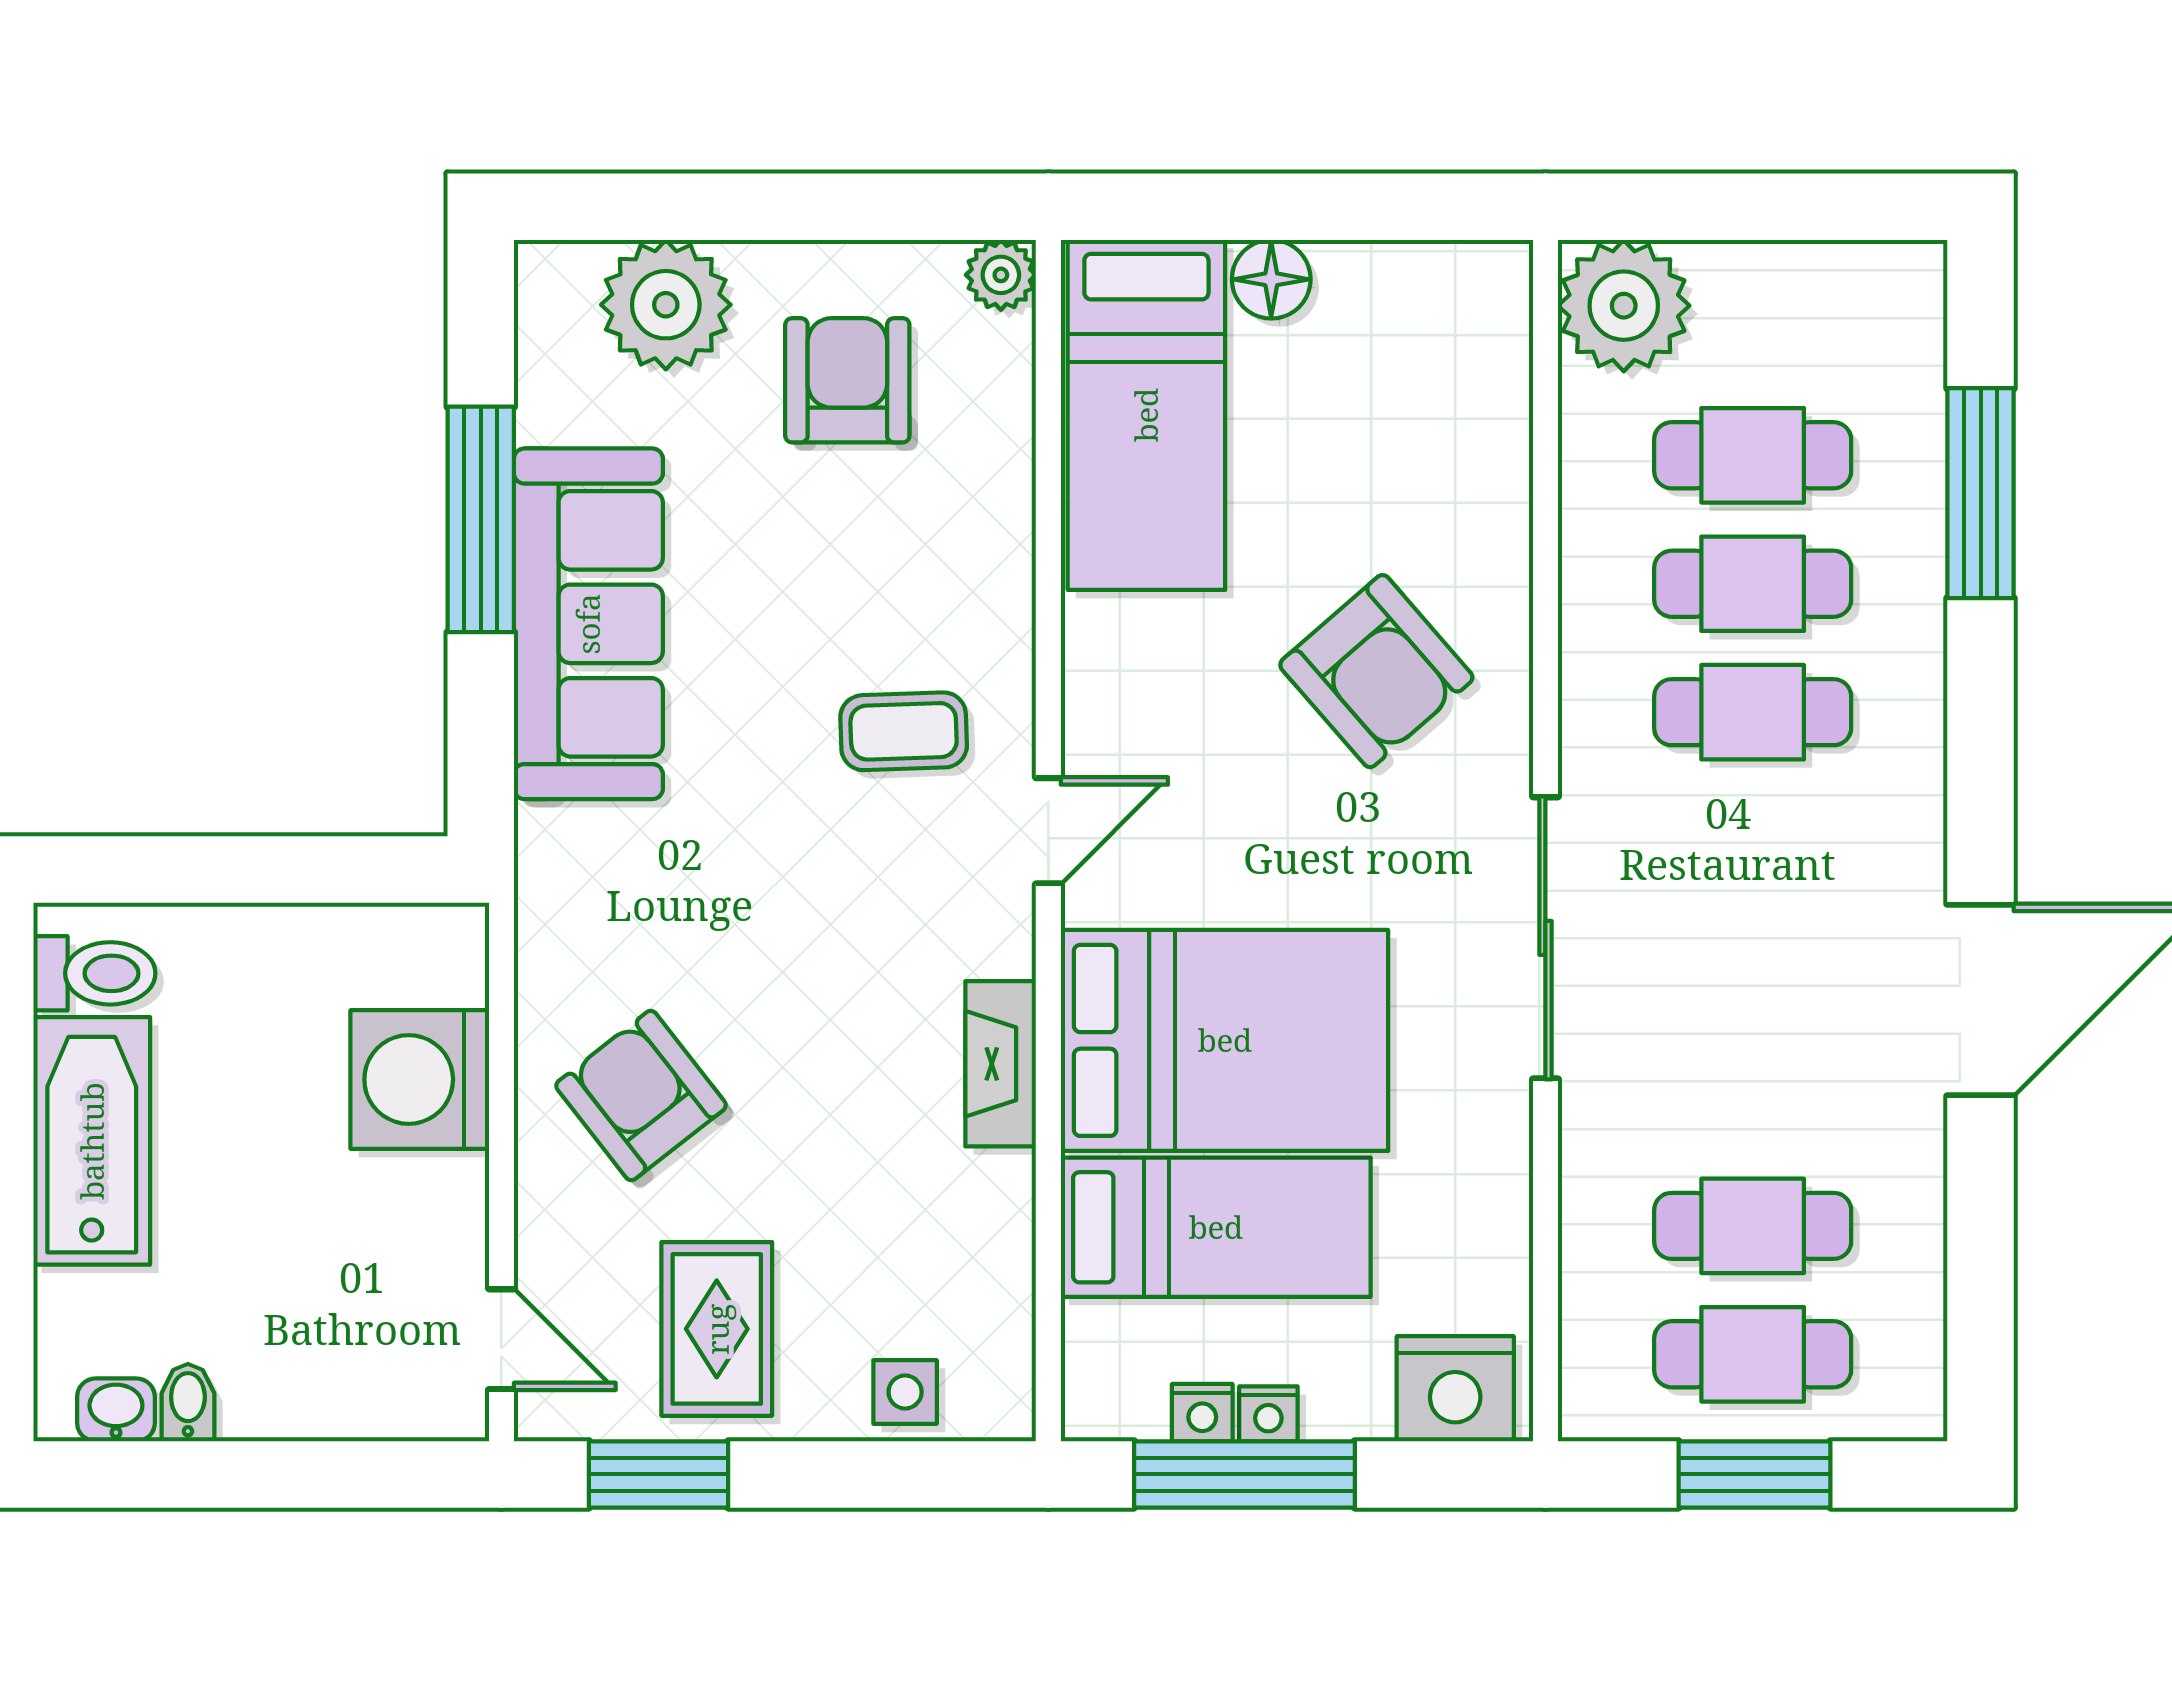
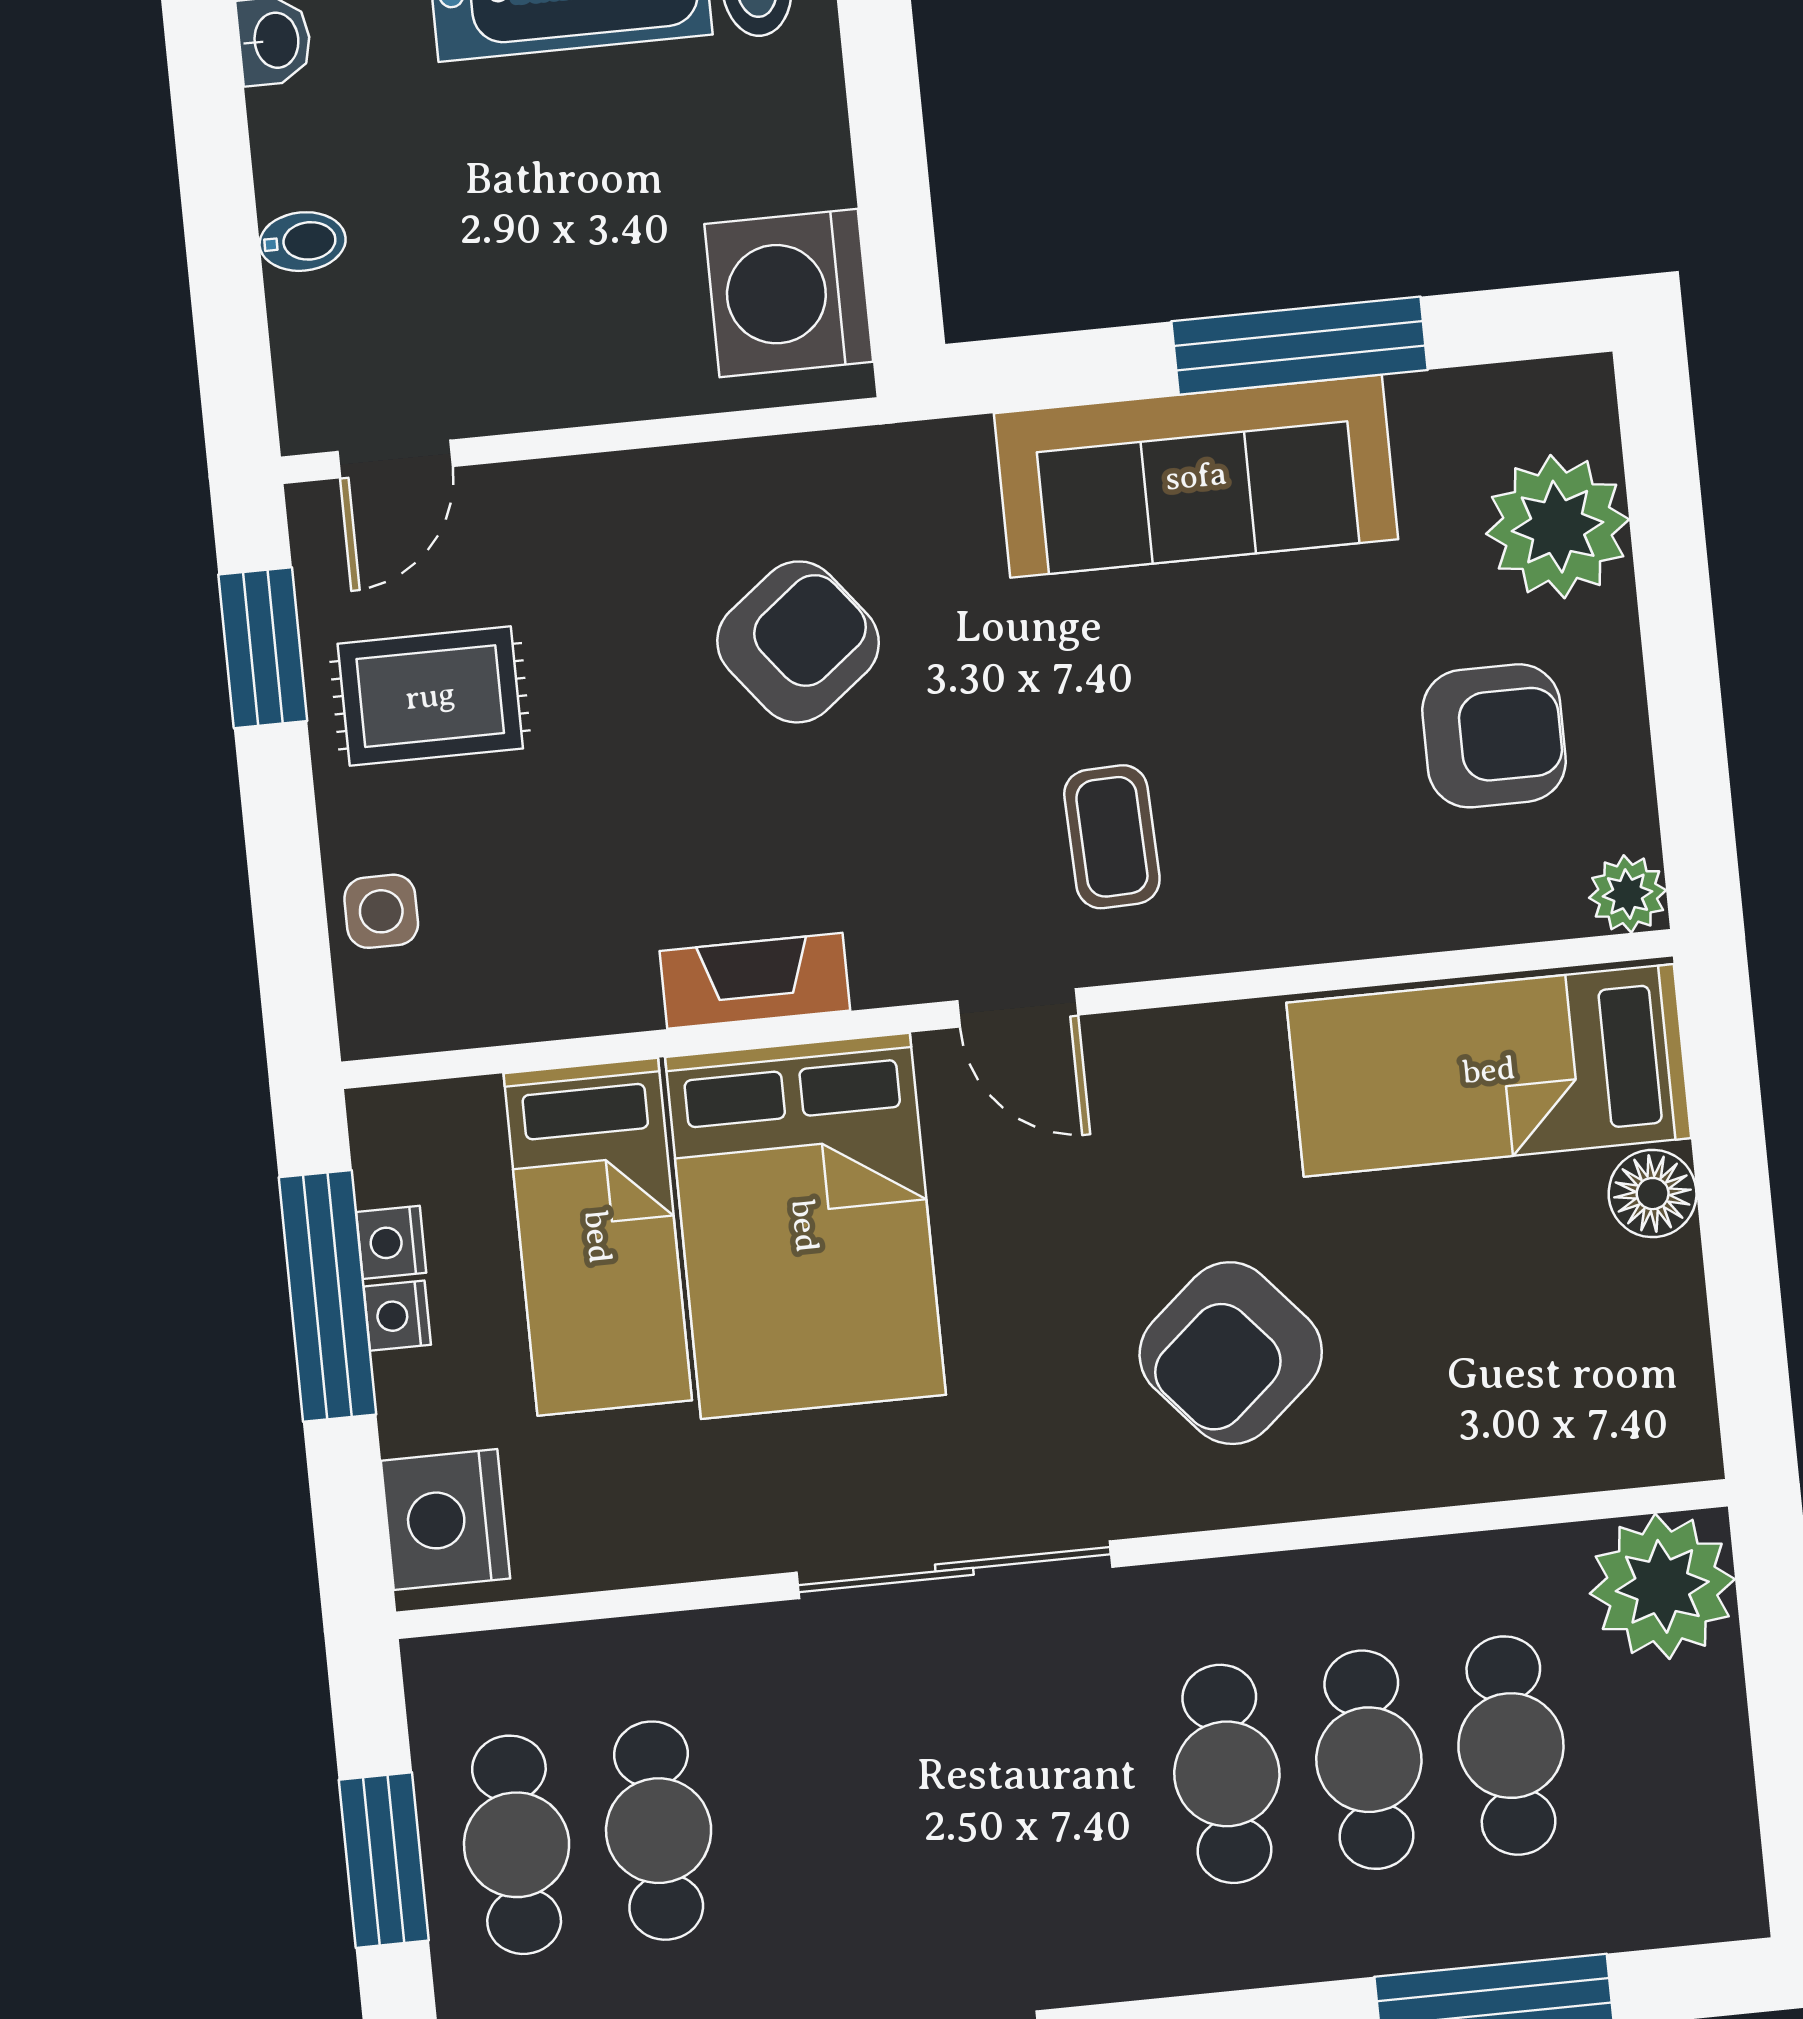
washing machine: (420, 1079) -> (789, 293), moved, turned -90
armchair: (641, 1096) -> (798, 642), moved
bidet: (188, 1403) -> (303, 242), moved

